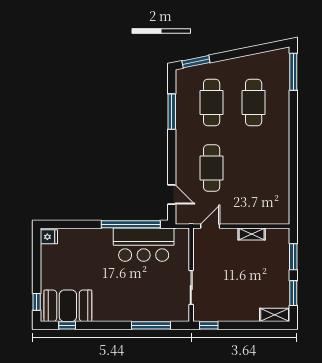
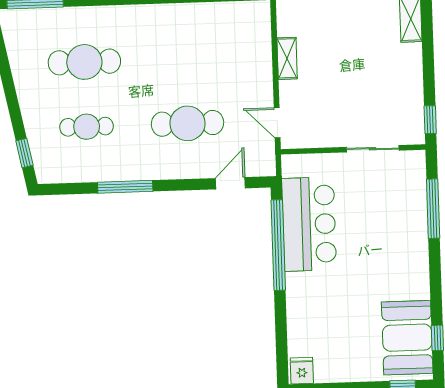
window: (196, 62) -> (24, 153), width x0.67
cafe table: (212, 102) -> (87, 127), width x0.73, depth x0.74
window: (172, 112) -> (125, 187), moved

